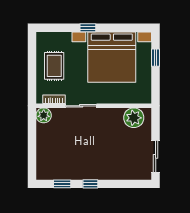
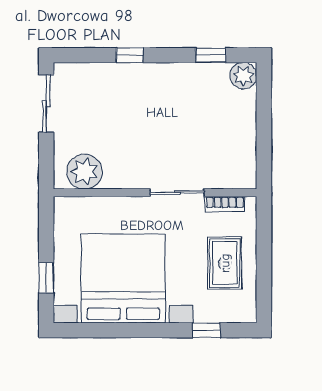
window: (88, 28) -> (207, 330), moved
plant: (44, 115) -> (243, 76), moved
window: (90, 184) -> (130, 55), moved

